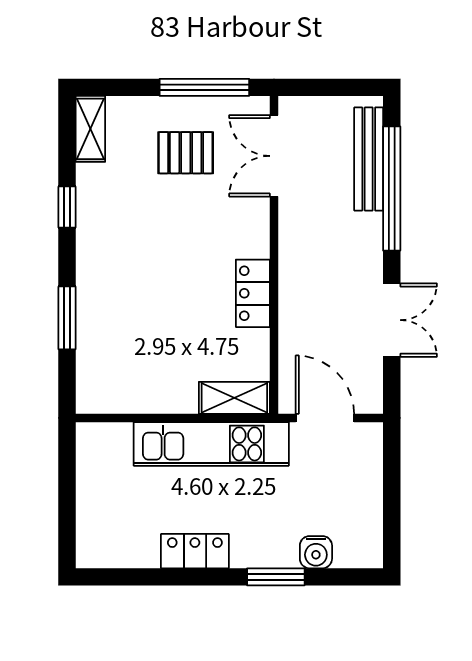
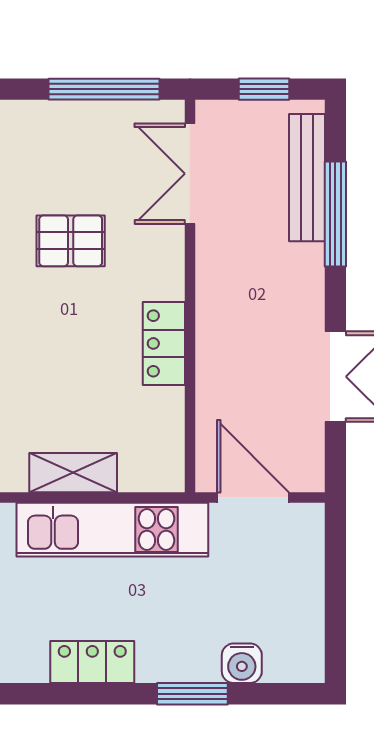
window: (334, 87) -> (264, 89), added
pallet: (186, 153) -> (71, 241), moved
window: (392, 188) -> (335, 214), width x0.68
shelving: (234, 398) -> (73, 473), moved

